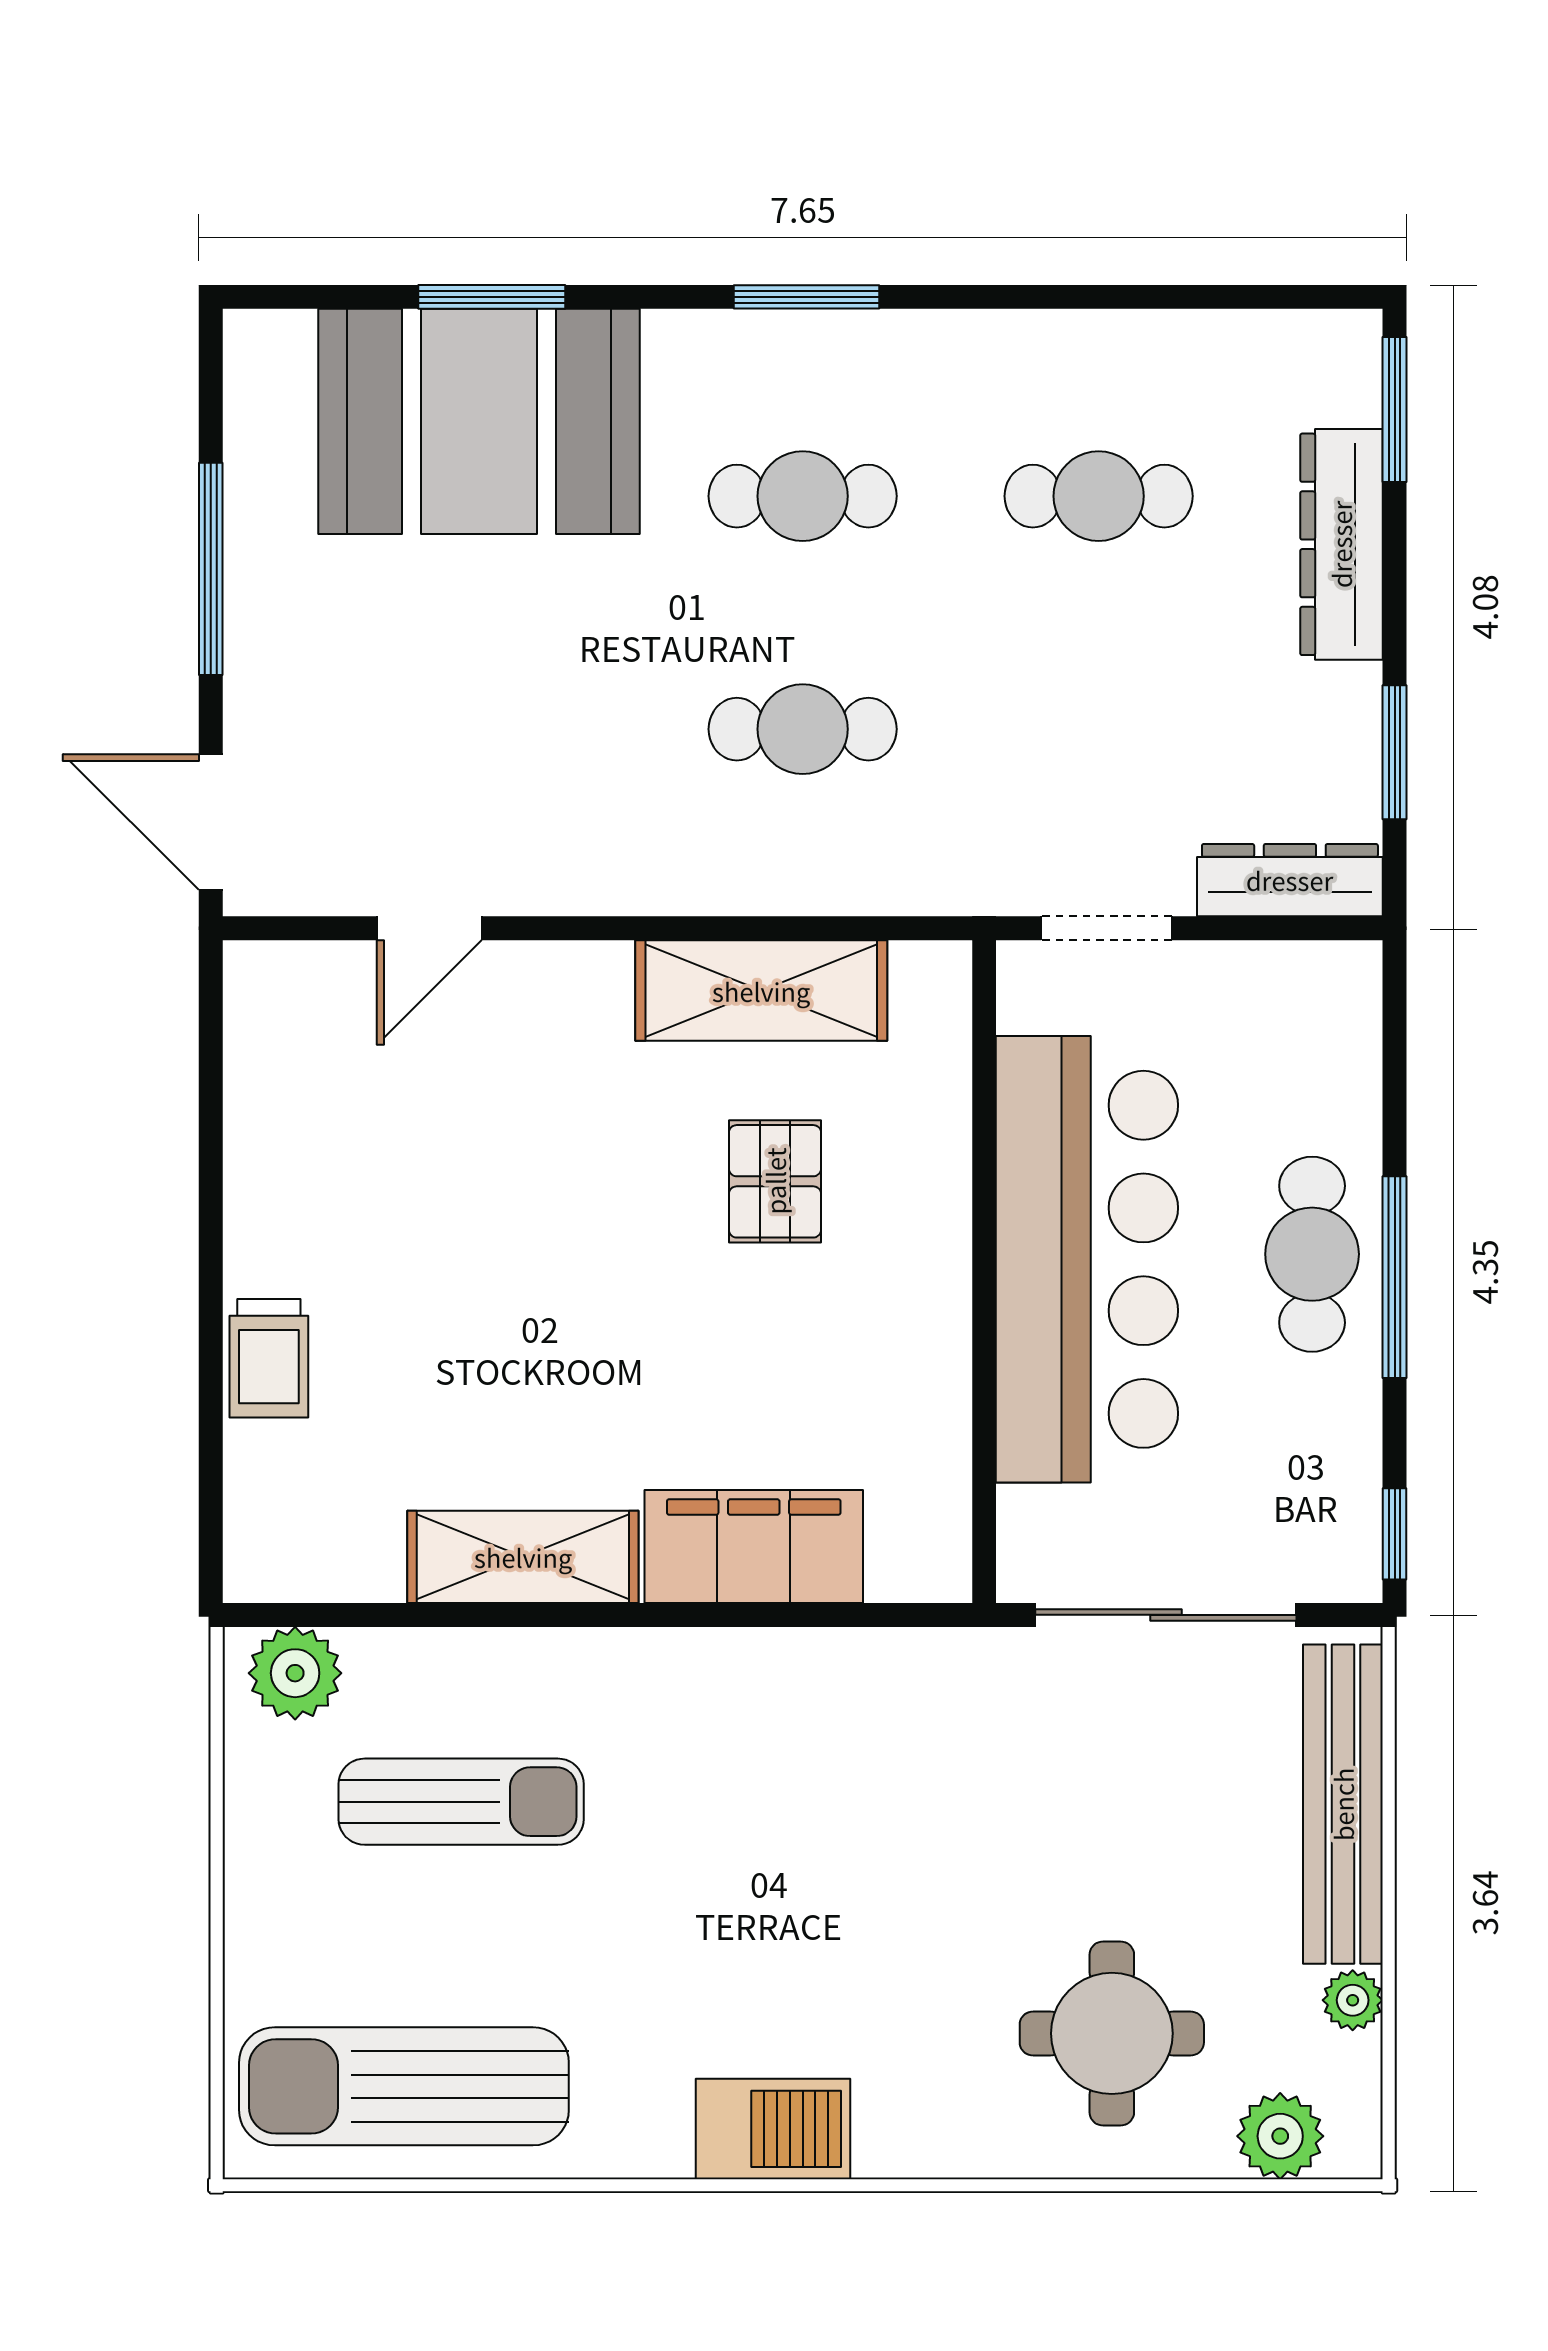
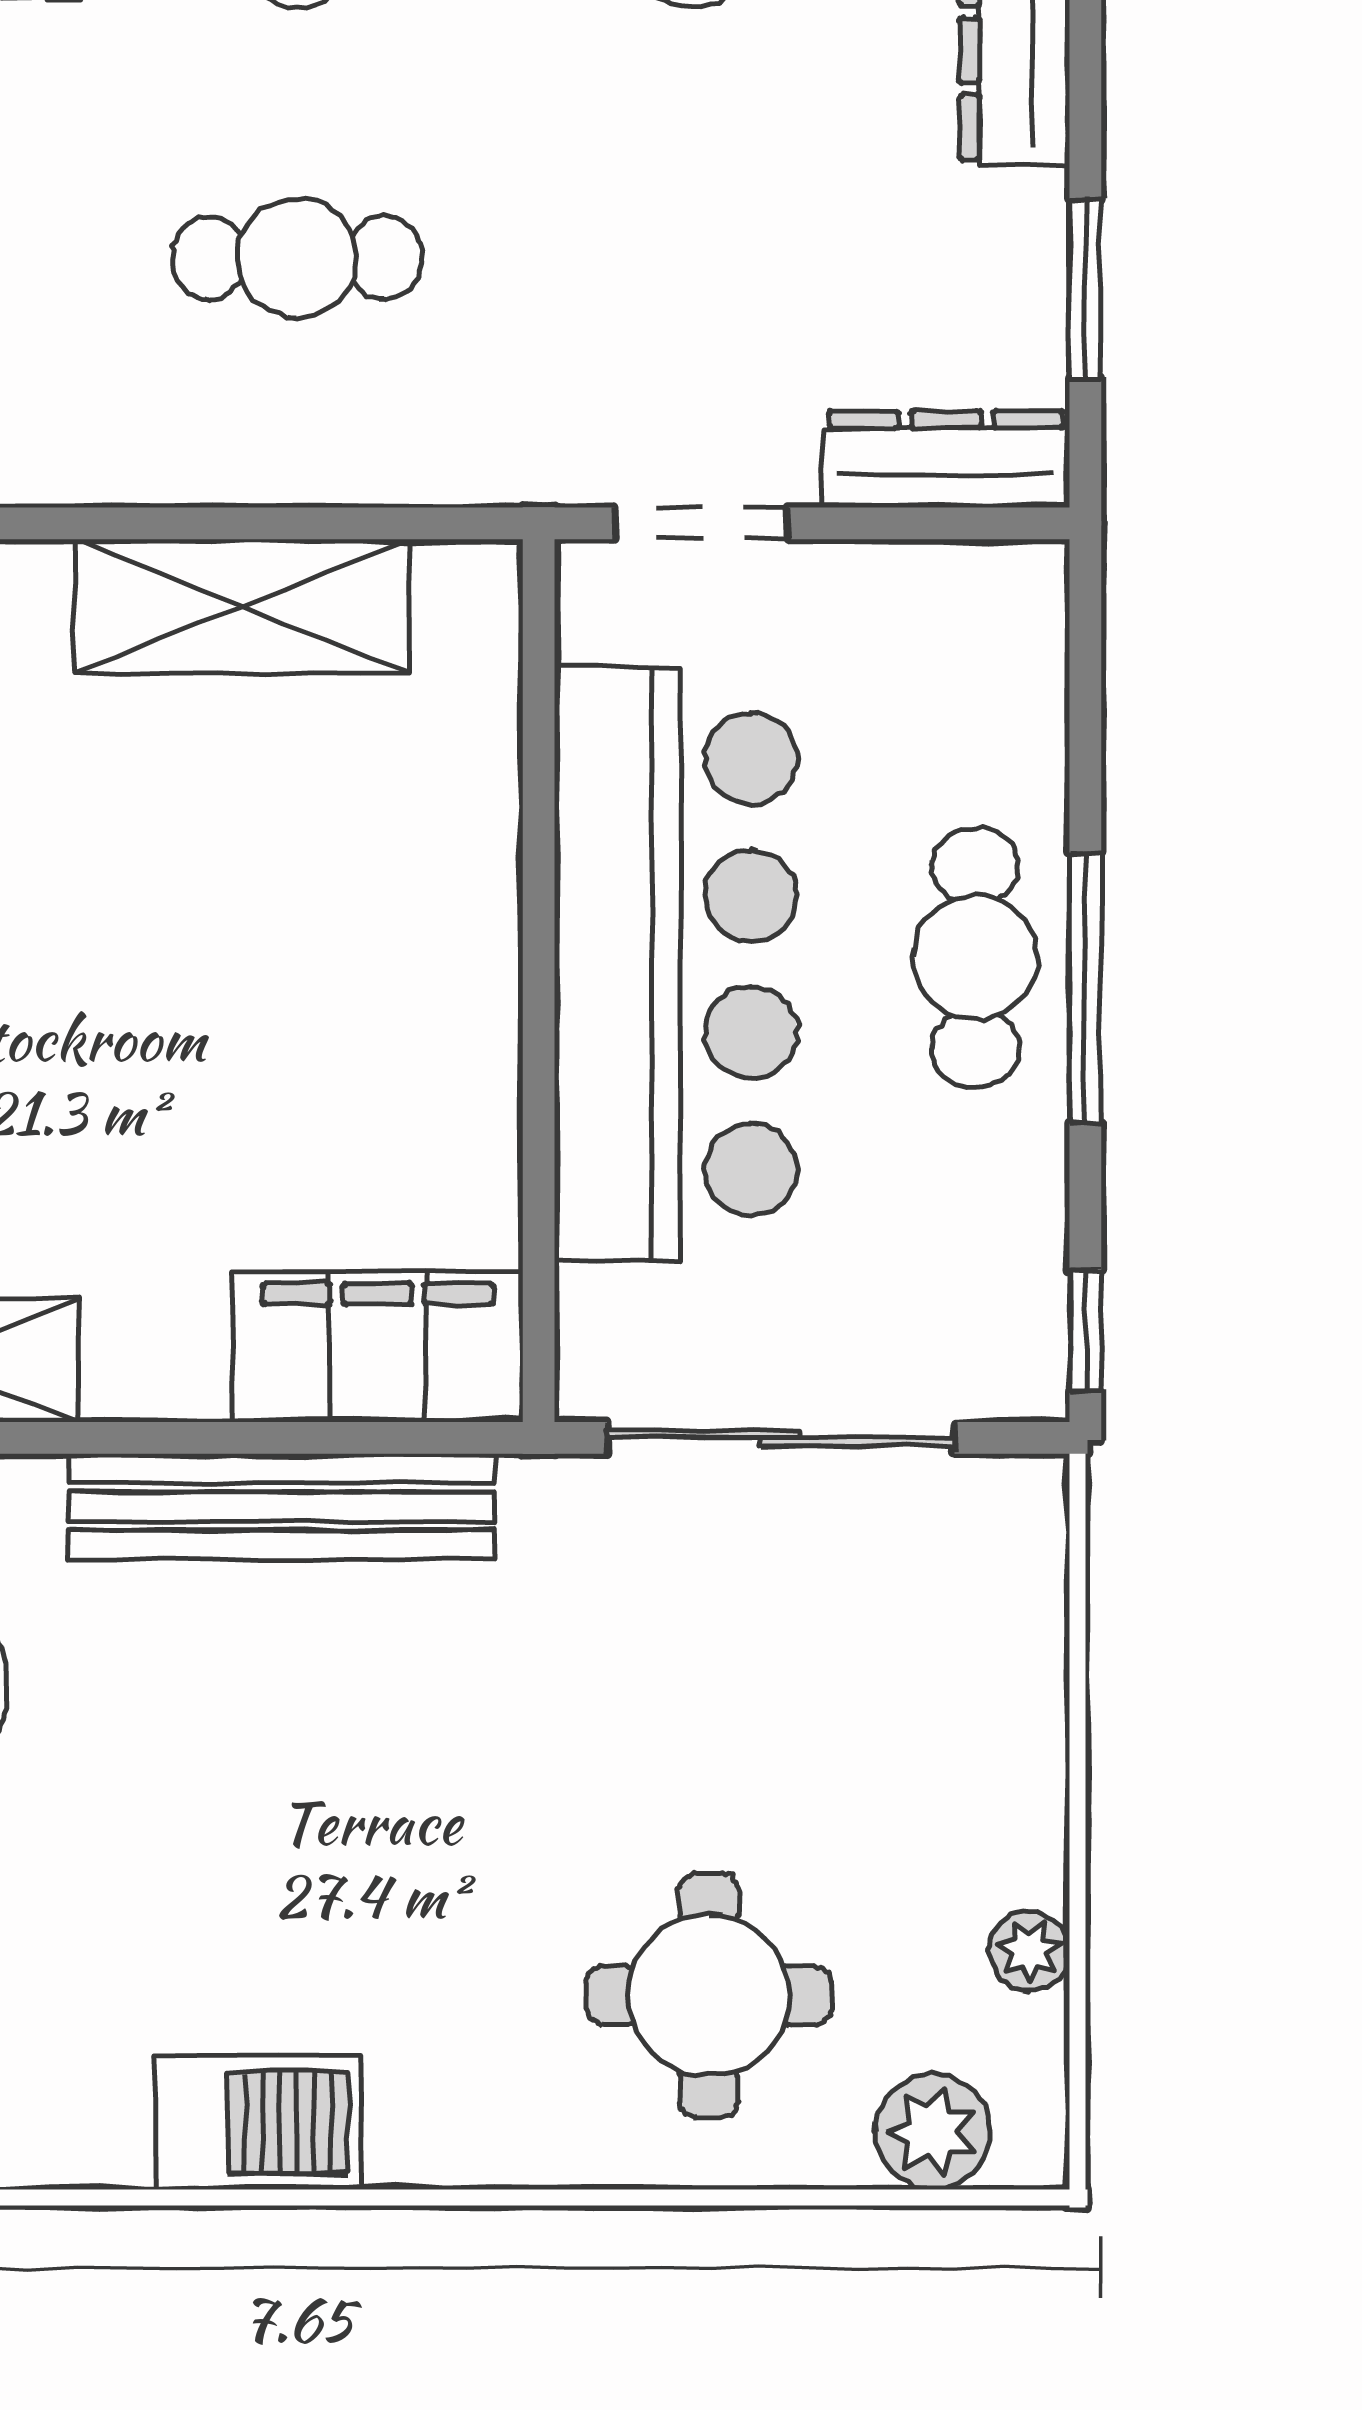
pallet: (775, 1181) -> (260, 860), removed
filing cabinet: (754, 1547) -> (378, 1347), moved
bench: (1343, 1804) -> (282, 1507), moved, turned 90

